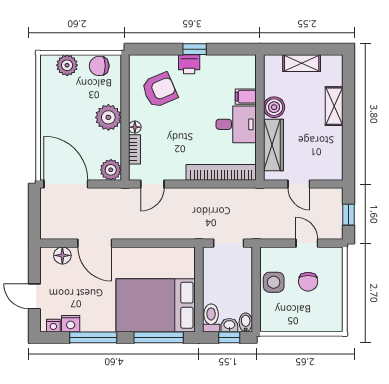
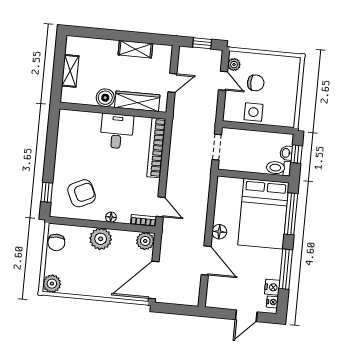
window: (195, 49) -> (47, 192), moved
printer: (189, 64) -> (62, 166), removed
plant: (67, 65) -> (52, 284), moved
armchair: (160, 90) -> (82, 193), turned 88
filing cabinet: (246, 97) -> (94, 121), removed
shelving: (334, 106) -> (135, 49), moved
bookcase: (135, 149) -> (143, 220), moved
door: (95, 243) -> (206, 260), hinge flipped
door: (307, 243) -> (223, 81), swing flipped
plant: (327, 254) -> (234, 65), added
floor lamp: (62, 255) -> (219, 232), moved
bidet: (246, 322) -> (285, 139), removed

